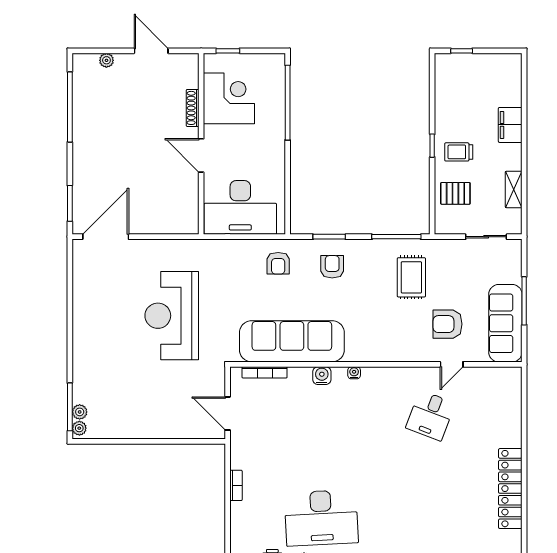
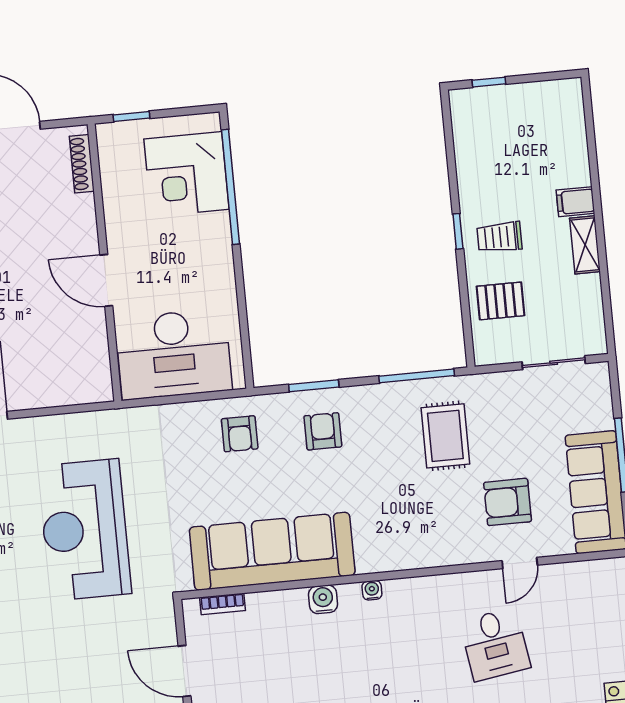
corner desk: (229, 98) -> (186, 174), moved, turned 180
shoe rack: (193, 108) -> (82, 164), moved
filing cabinet: (510, 125) -> (575, 202), width x0.50
shelving: (514, 189) -> (585, 245), moved
bookcase: (265, 372) -> (223, 604), width x0.64
desk: (430, 416) -> (495, 644), turned -30

